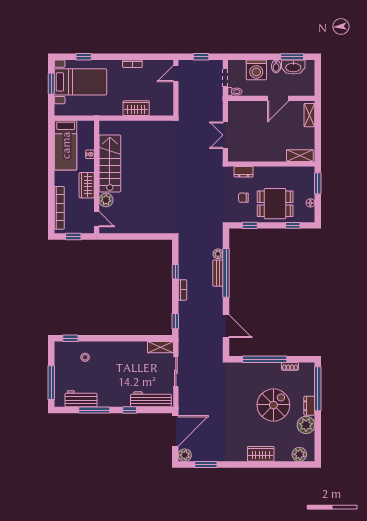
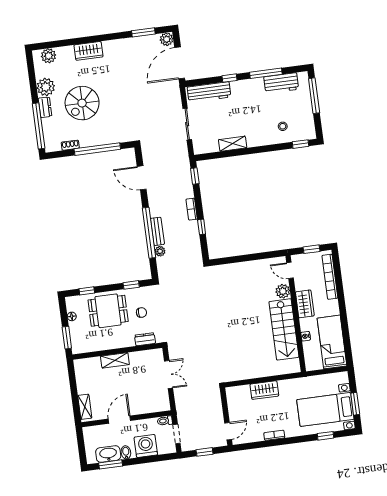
shelving: (300, 156) -> (115, 360), moved
shelving: (160, 347) -> (233, 144), moved

